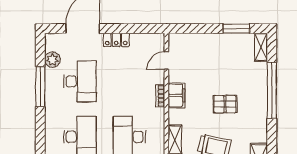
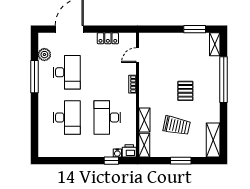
locker: (116, 40) -> (108, 38), moved
filing cabinet: (176, 95) -> (146, 84), removed
pallet: (225, 104) -> (185, 91), turned 90

